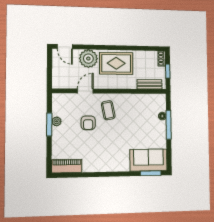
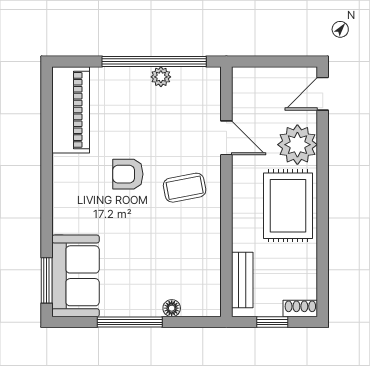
armchair: (88, 123) -> (128, 174), moved
window: (49, 125) -> (154, 62), width x2.11
window: (169, 125) -> (130, 322), moved
piano: (67, 166) -> (71, 110), width x1.37, depth x1.33

